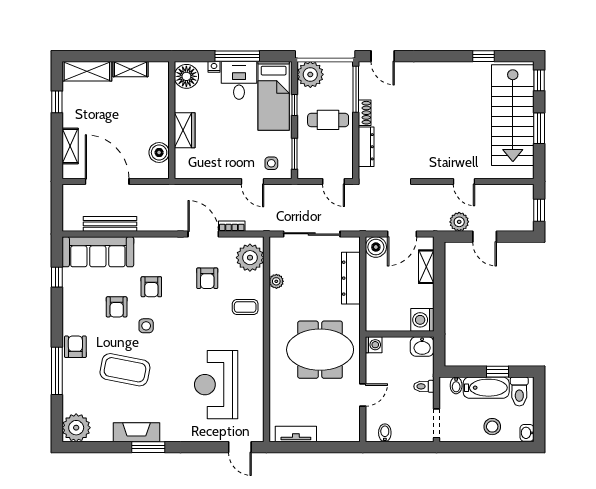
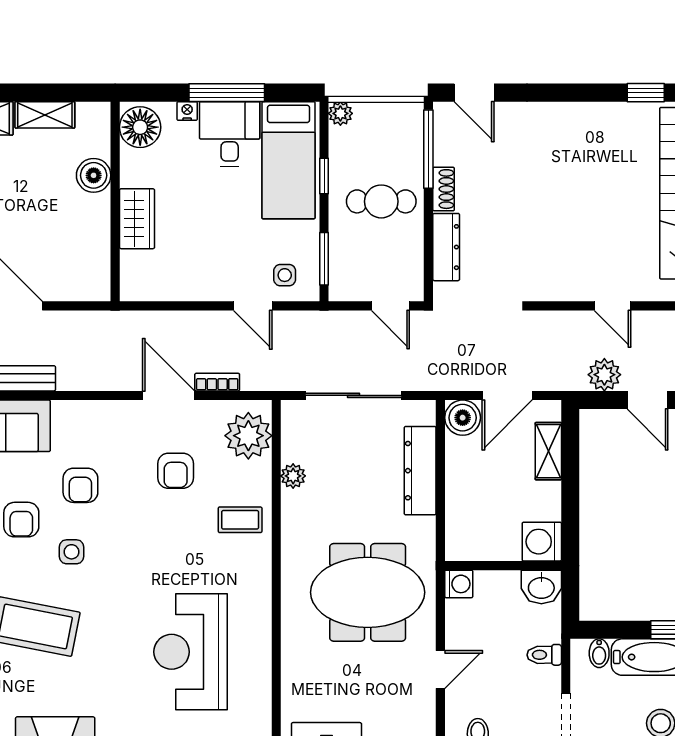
plant: (310, 74) -> (340, 113), width x0.53, depth x0.53
boiler: (159, 152) -> (94, 175), moved

